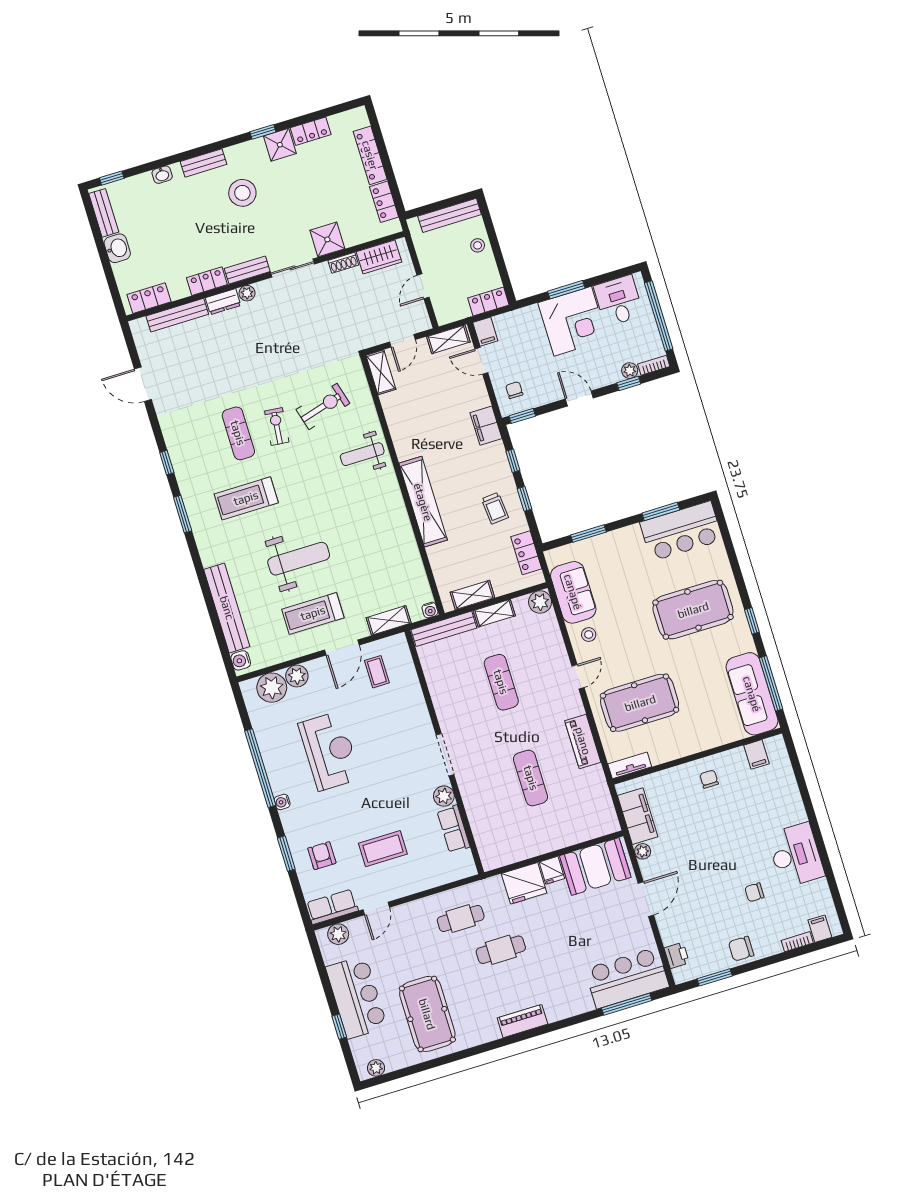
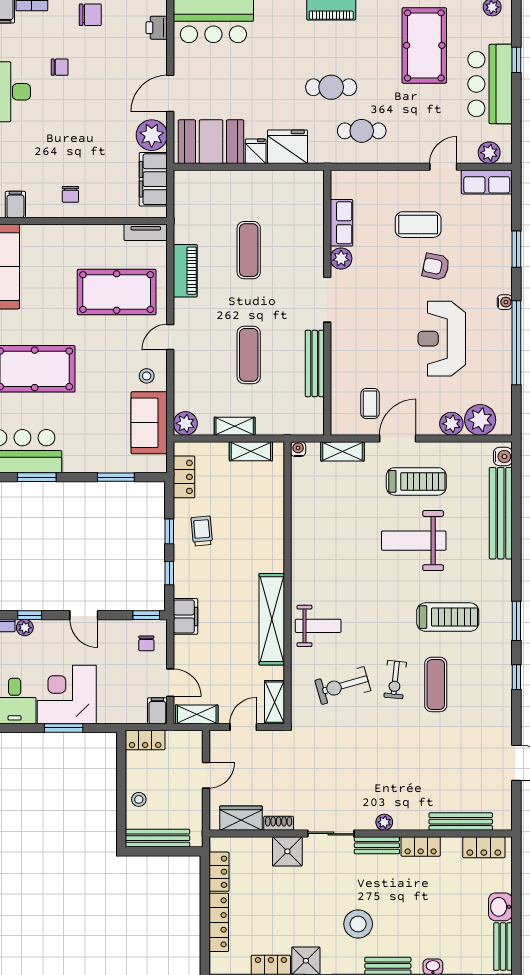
dresser: (223, 302) -> (411, 821), removed
shelving: (423, 502) -> (272, 619), moved
bench: (444, 629) -> (315, 363), moved, turned 90
plant: (643, 851) -> (152, 135), width x1.87, depth x1.87
armchair: (322, 856) -> (436, 267), moved, turned 102

